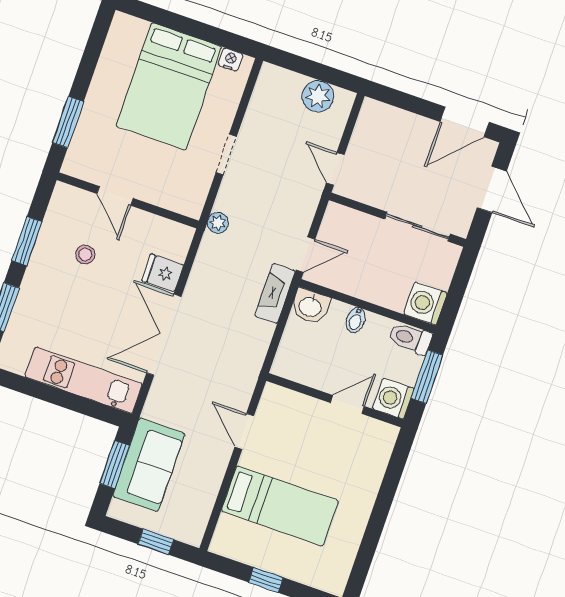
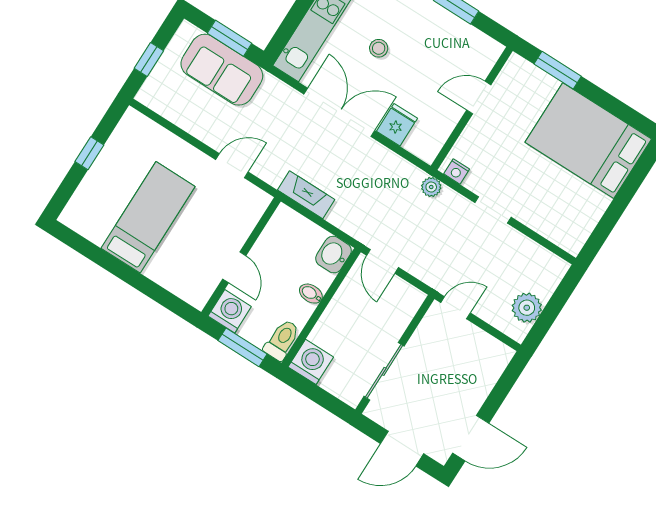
nightstand: (230, 60) -> (457, 171), moved, turned 90
bed: (169, 86) -> (588, 141), moved
door: (465, 122) -> (471, 438), swing flipped
stool: (85, 255) -> (379, 48), moved
fireplace: (275, 293) -> (306, 195), moved
bed: (280, 506) -> (148, 217), moved, turned 180

